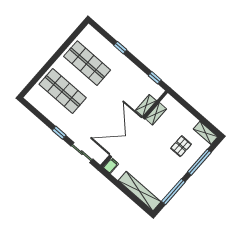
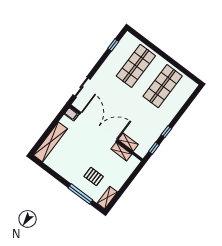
window: (120, 48) -> (166, 132), moved
window: (59, 133) -> (113, 45), moved
window: (173, 192) -> (52, 173), removed

